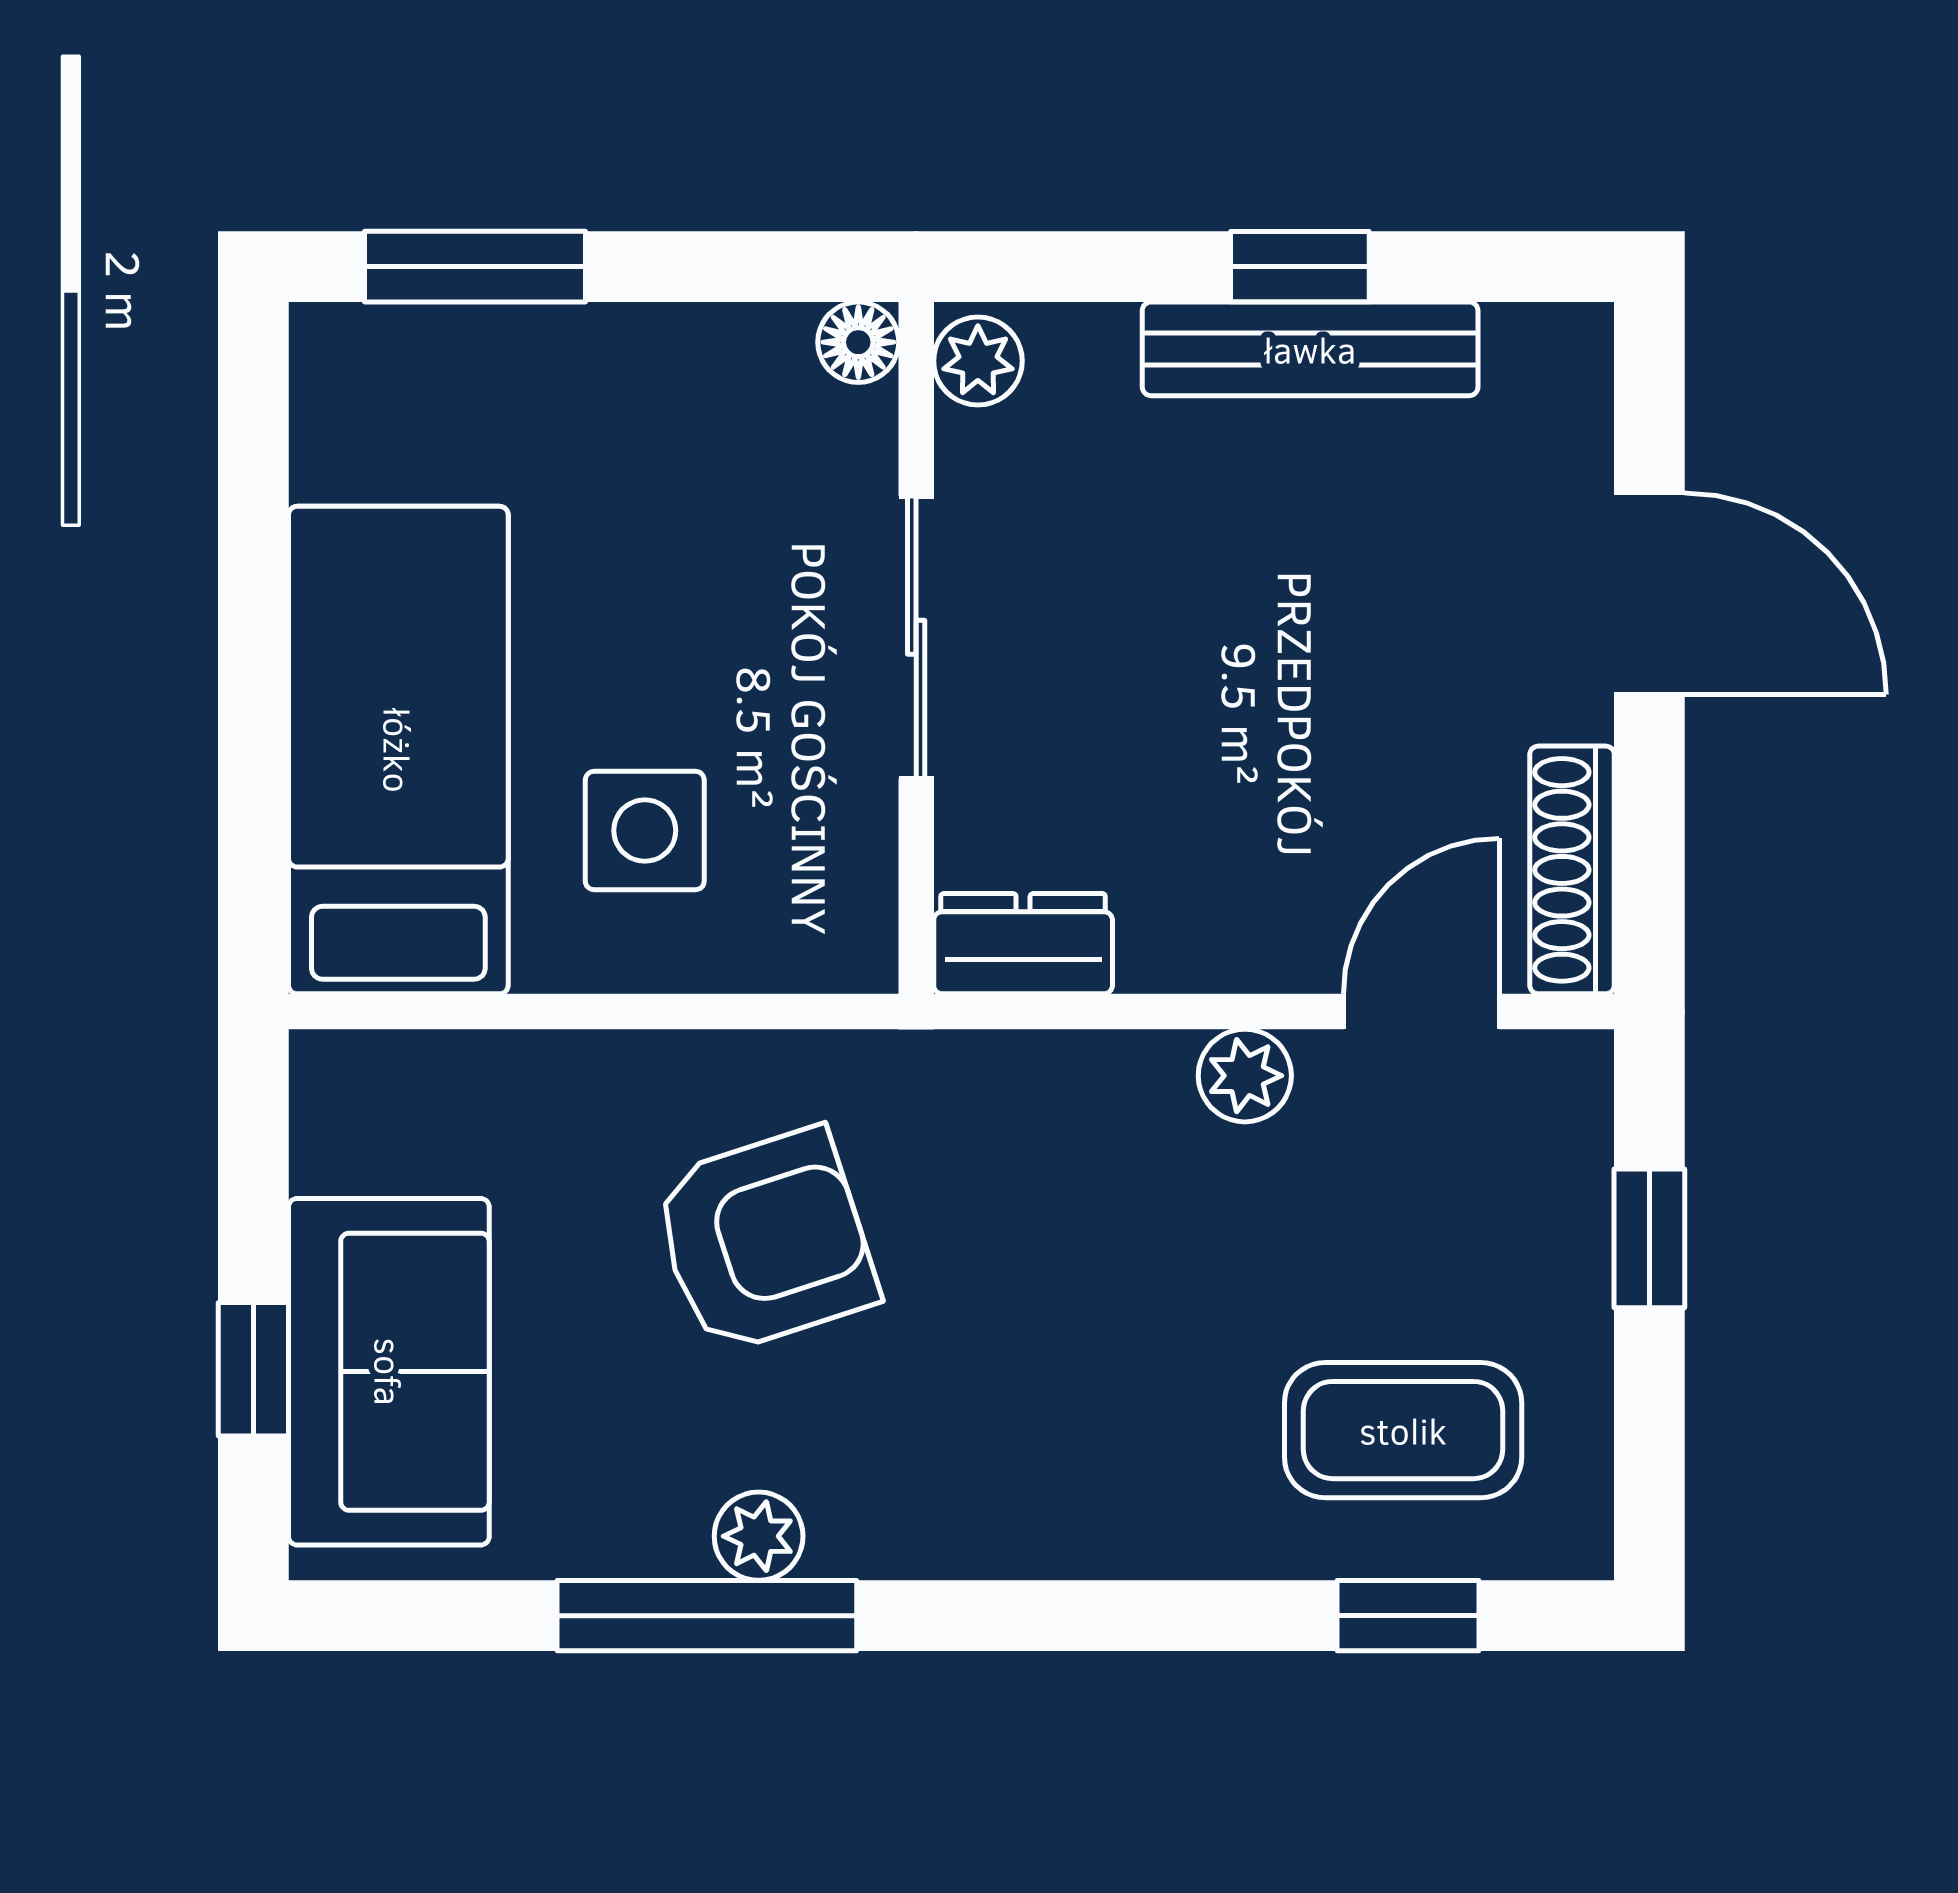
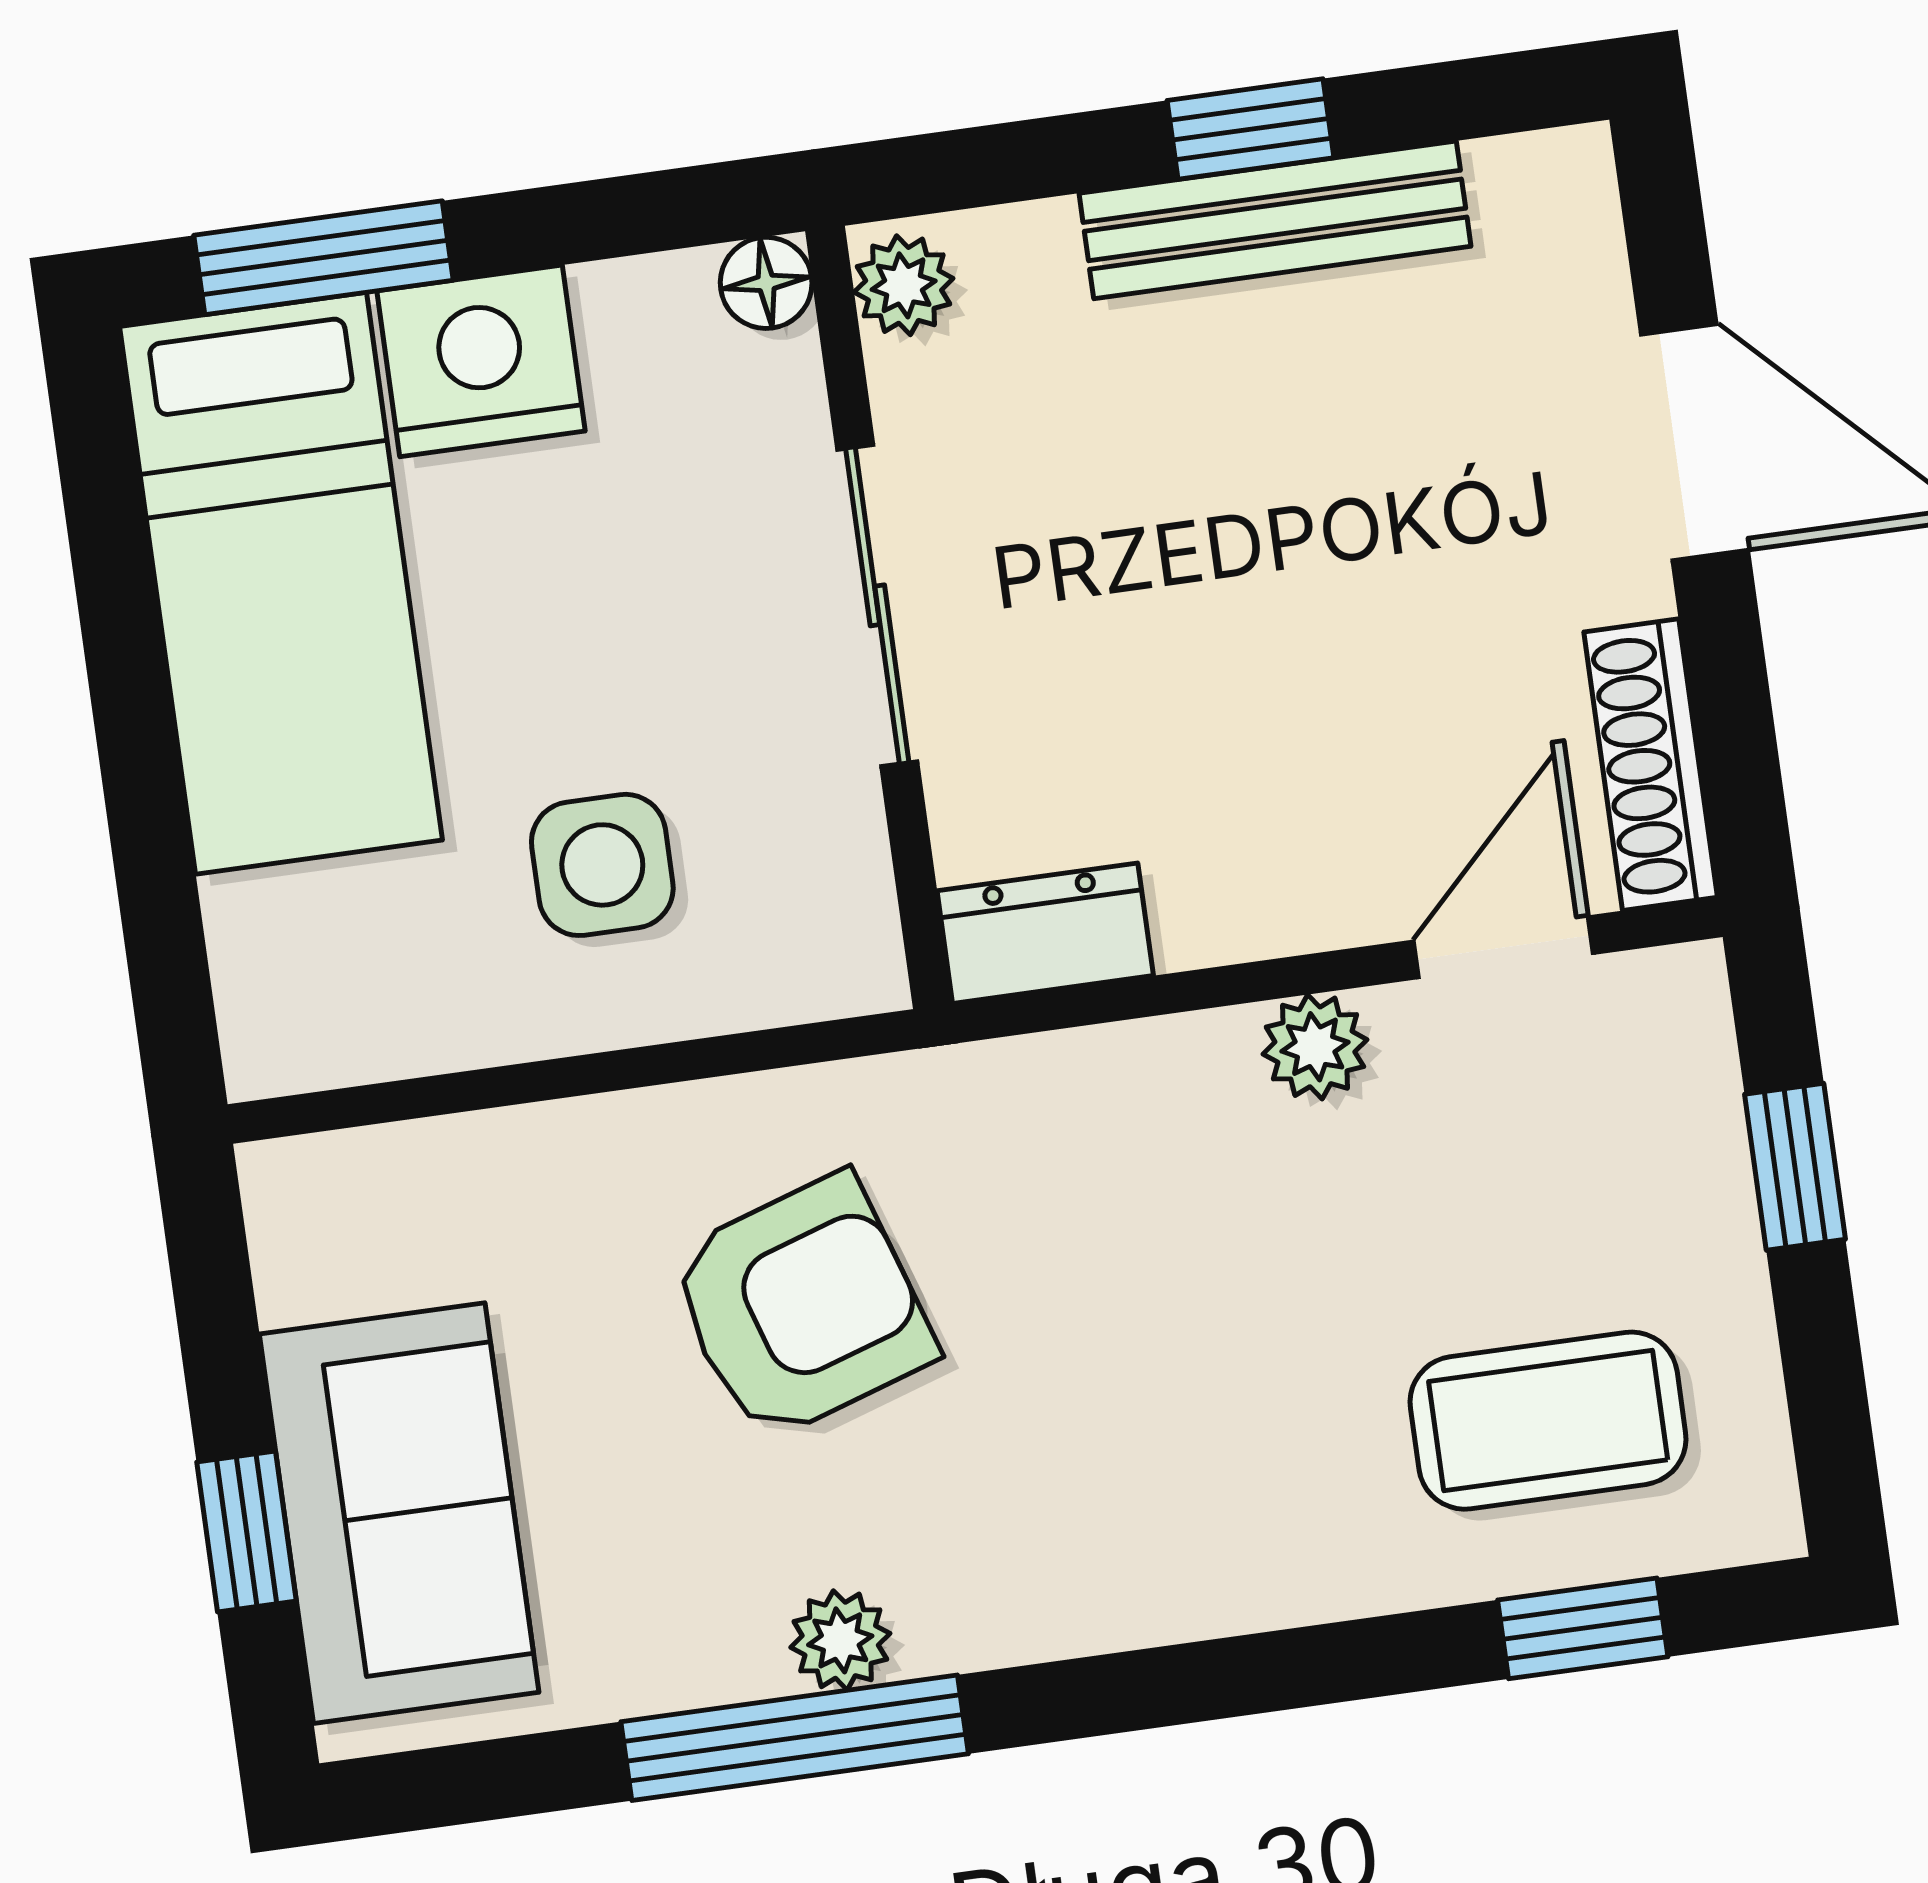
nightstand: (600, 376) -> (481, 361), added
bed: (398, 750) -> (281, 583), moved, turned 180

